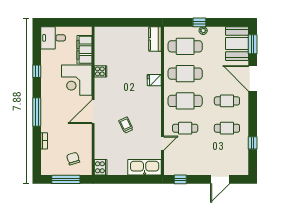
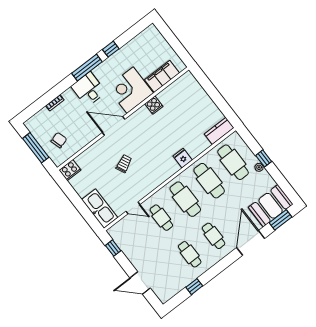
desk: (53, 38) -> (88, 89), moved
window: (37, 112) -> (87, 68), moved

